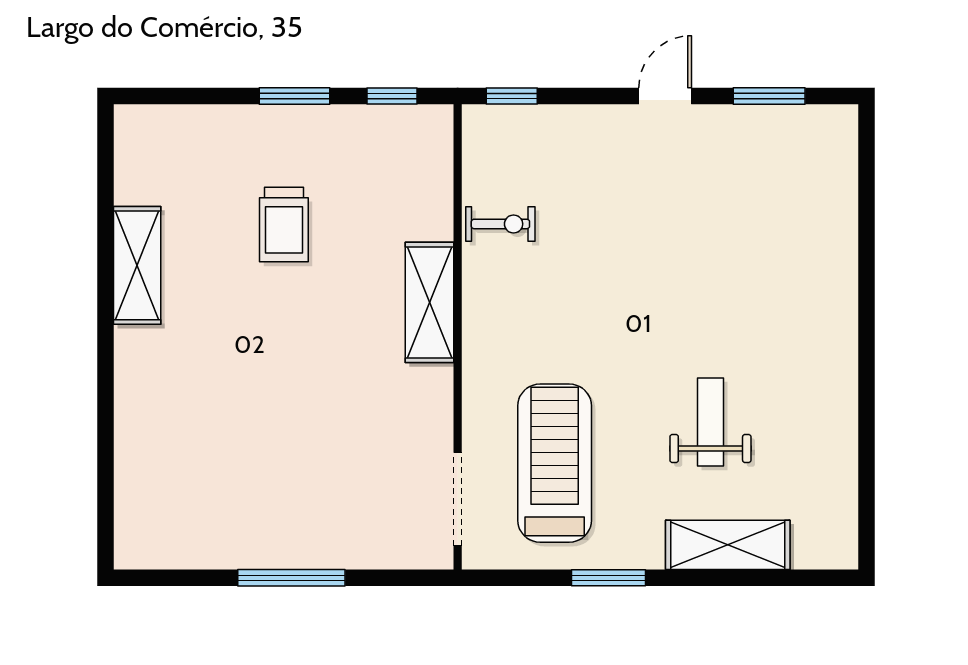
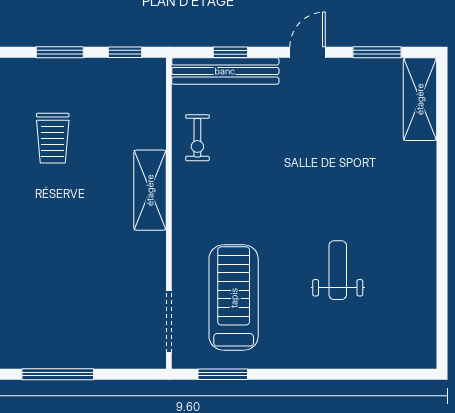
window: (512, 96) -> (230, 52), moved
bench: (542, 124) -> (225, 71), added
exercise bike: (500, 224) -> (197, 138), turned 90
shelving: (728, 545) -> (420, 99), moved, turned 90
window: (609, 578) -> (223, 374), moved

